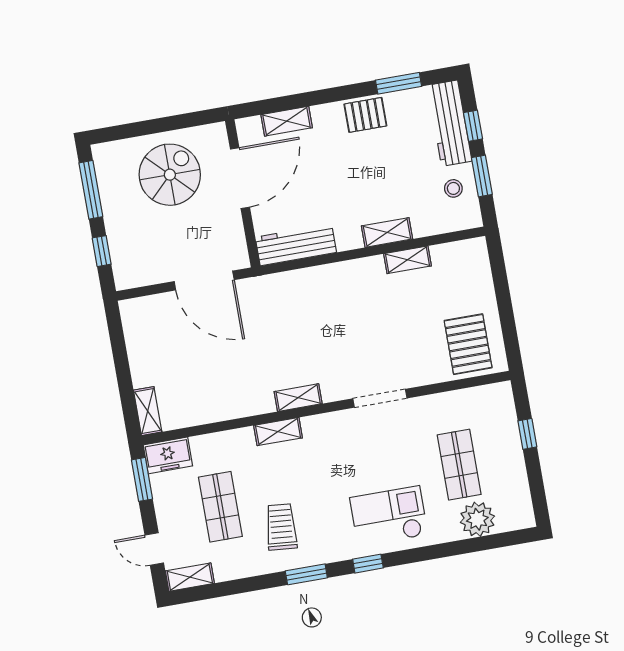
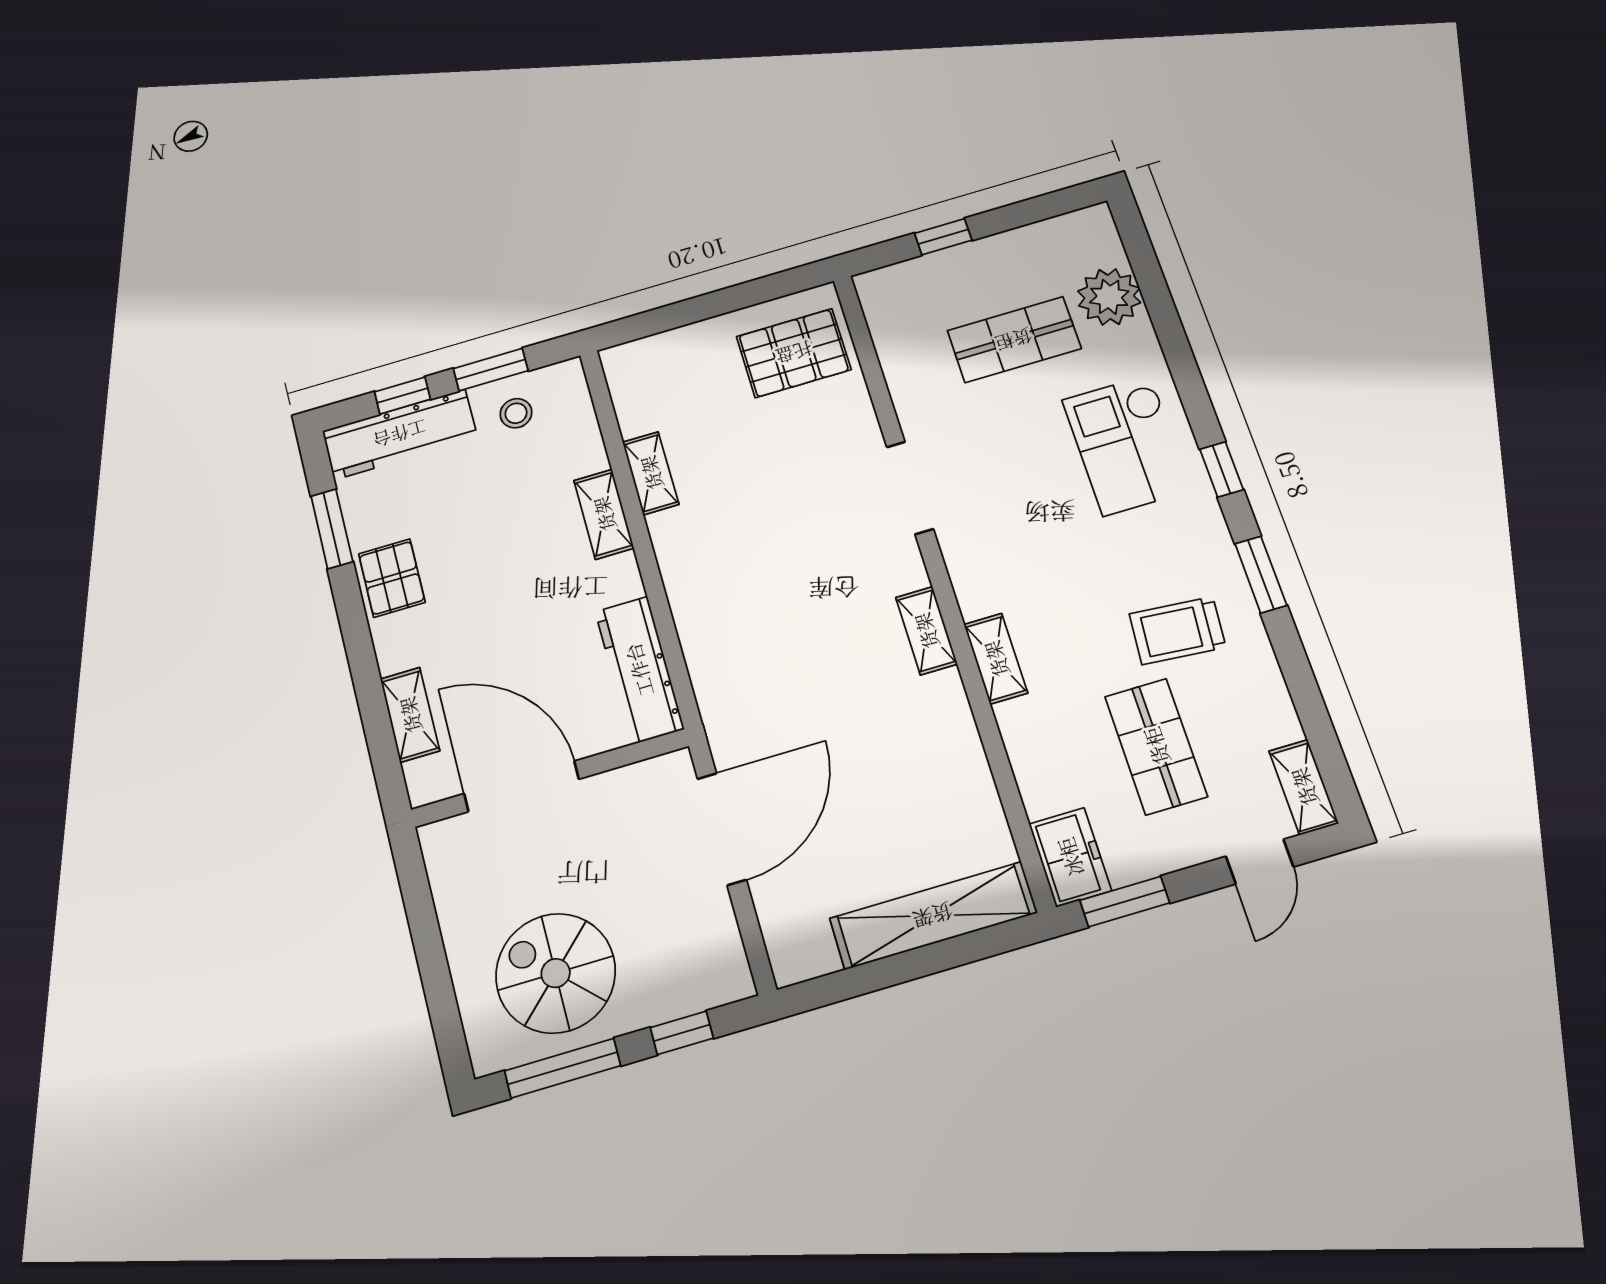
spiral stairs: (170, 175) -> (556, 973), moved
shelving: (148, 411) -> (933, 916), width x2.20, depth x1.33
shop shelf: (220, 507) -> (1156, 746), turned 90

